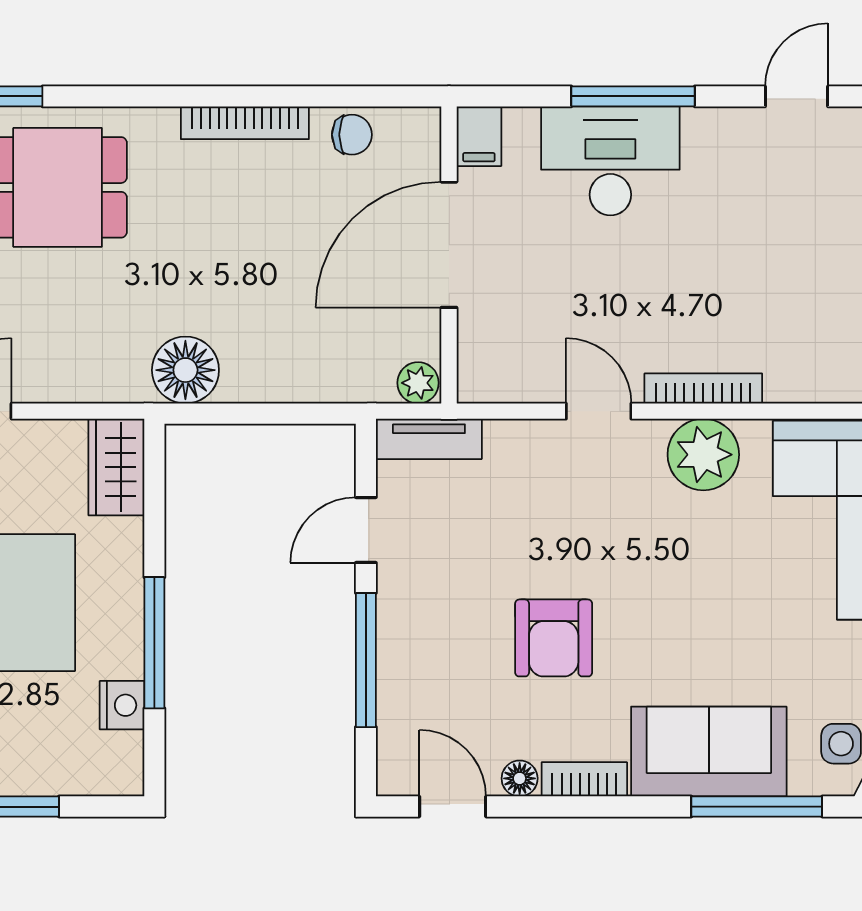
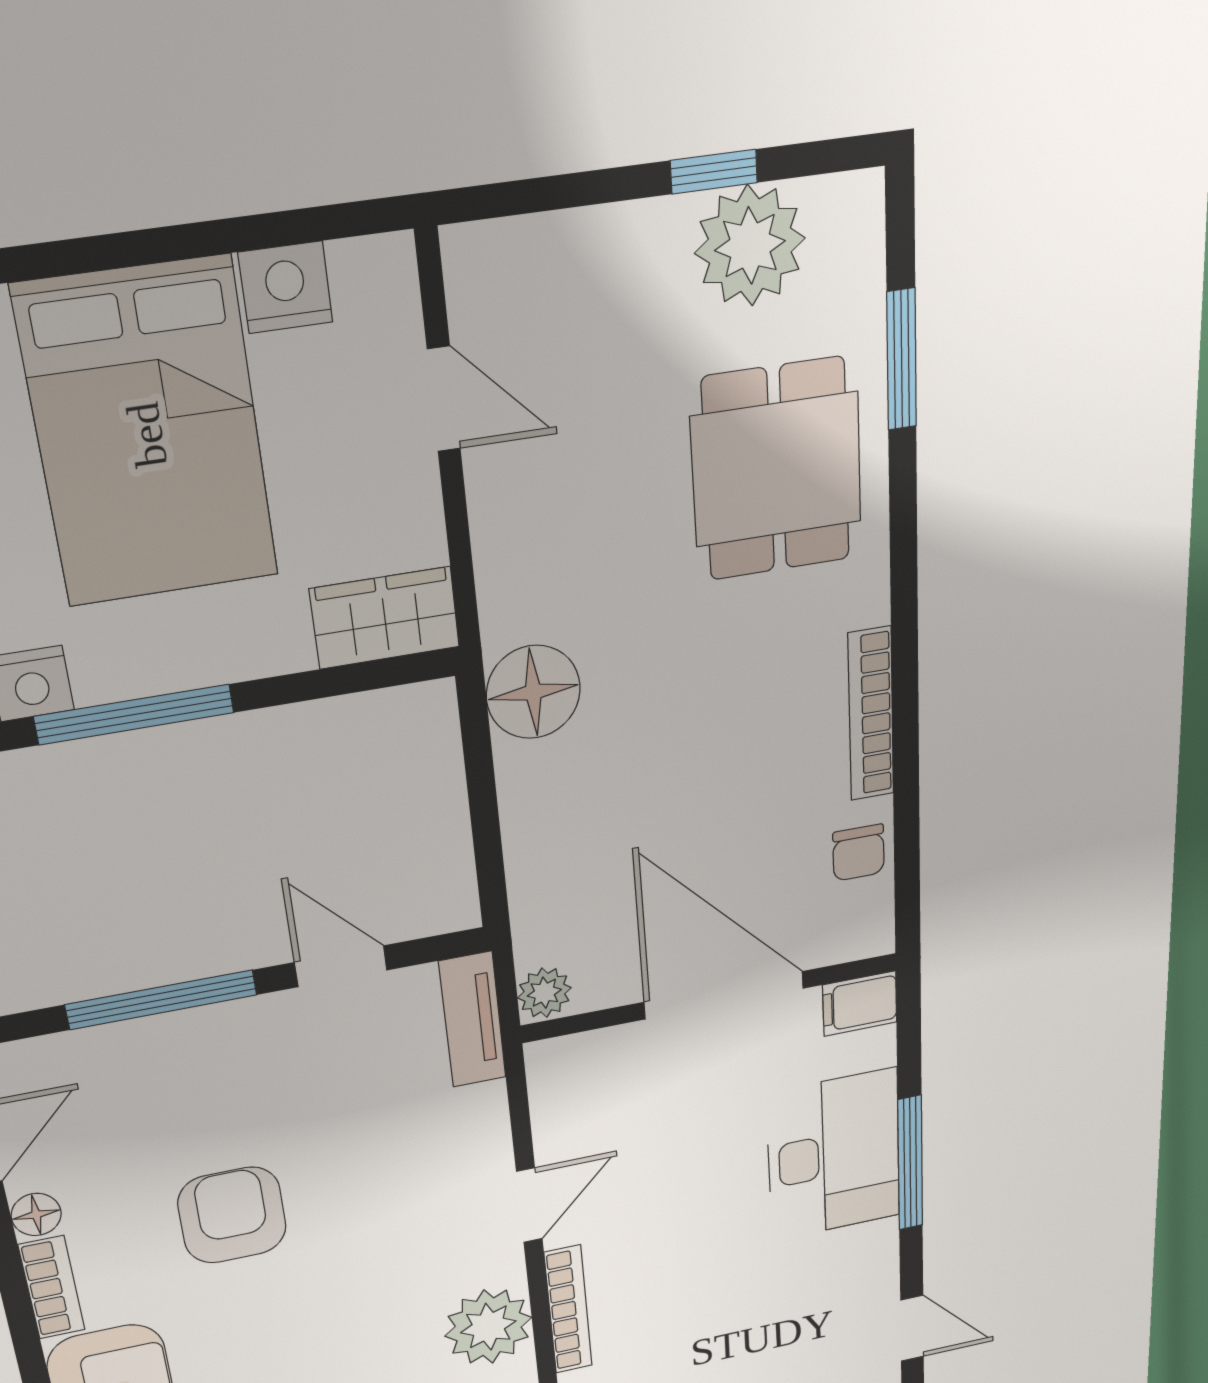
armchair: (554, 638) -> (232, 1215), turned 90

